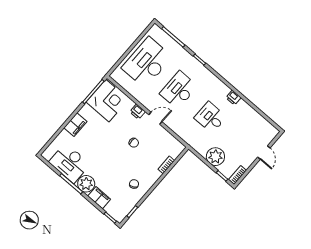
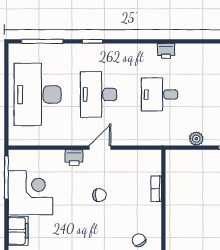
corner desk: (107, 101) -> (30, 193), moved
plant: (215, 157) -> (196, 139), width x0.53, depth x0.53

